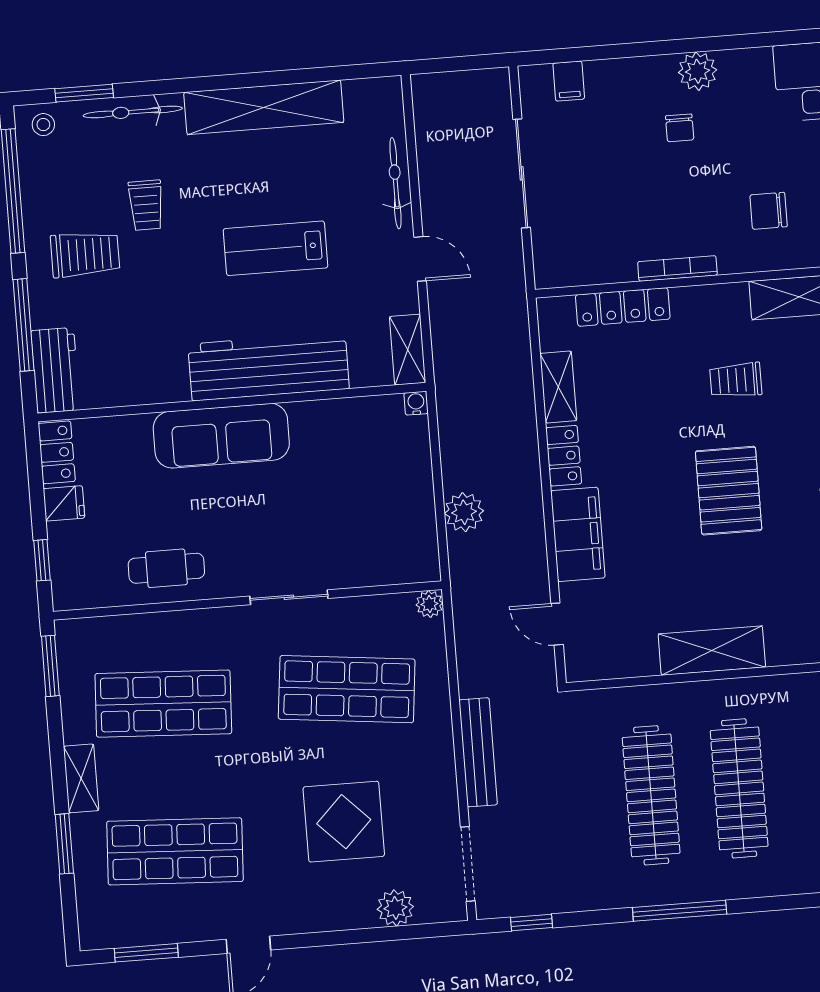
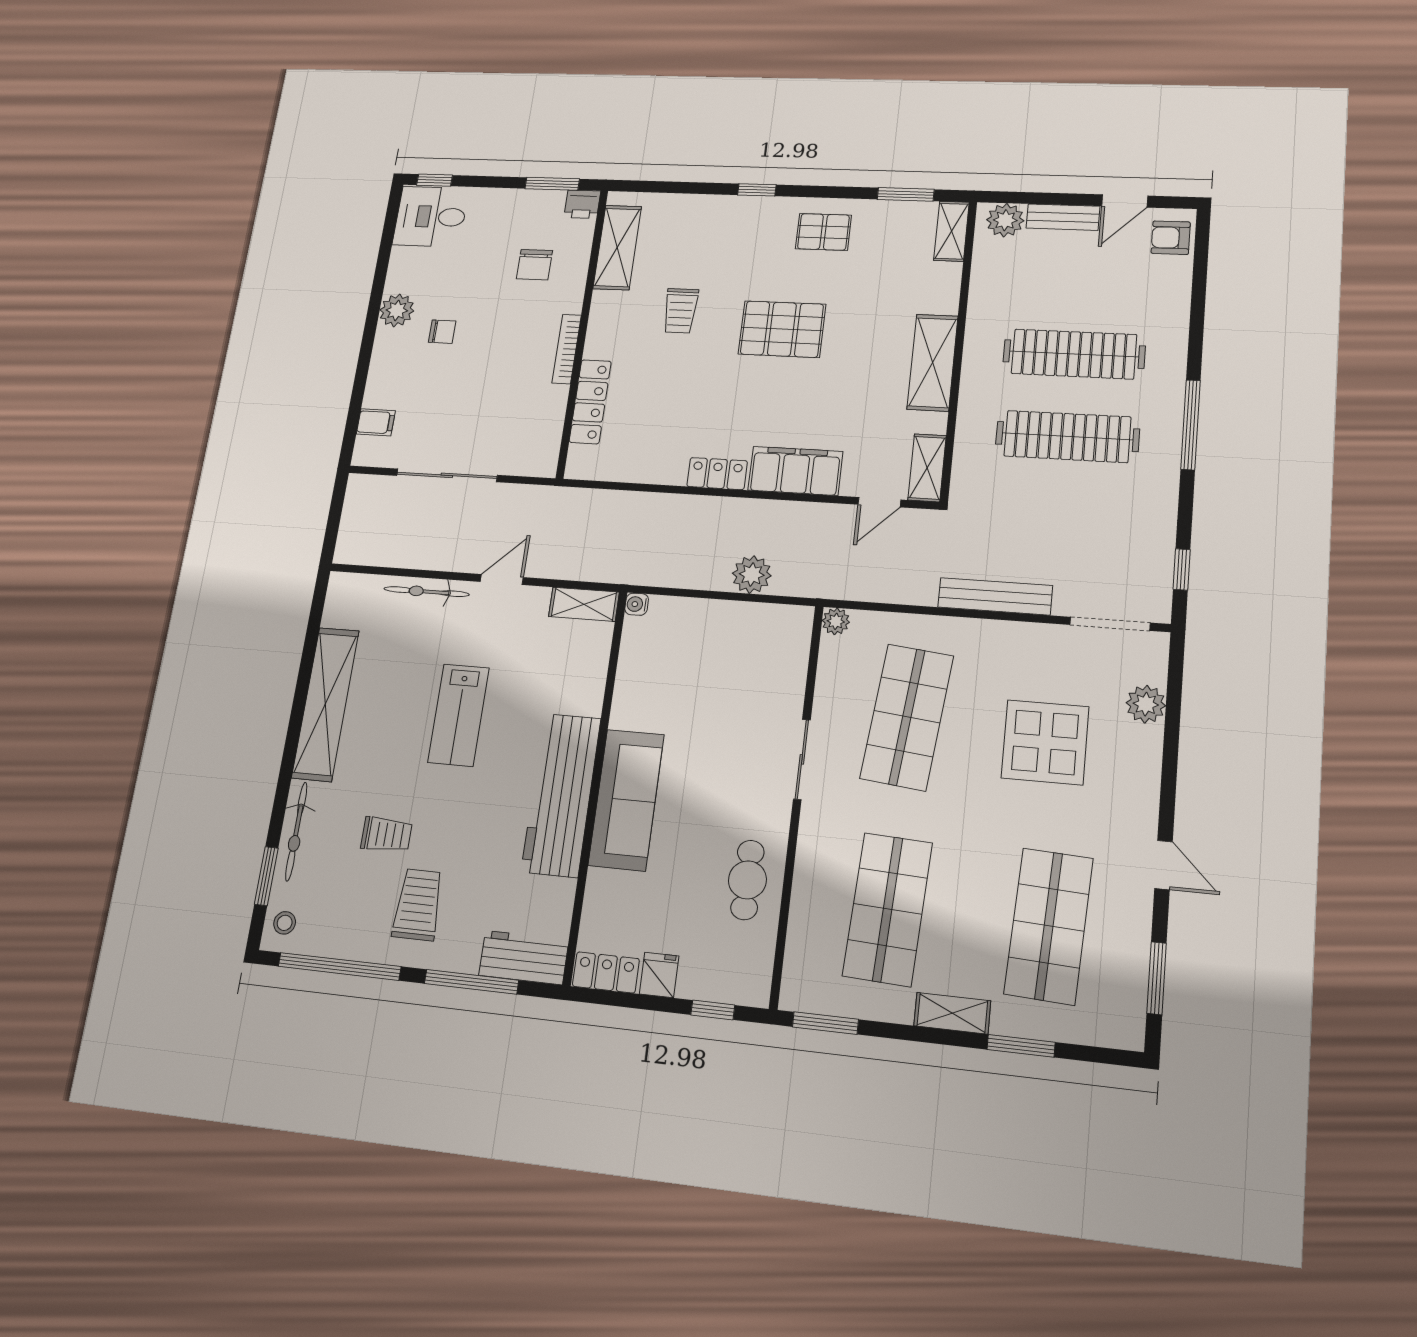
workbench: (269, 366) -> (561, 795), moved
shelving: (558, 387) -> (927, 468), moved, turned 90

